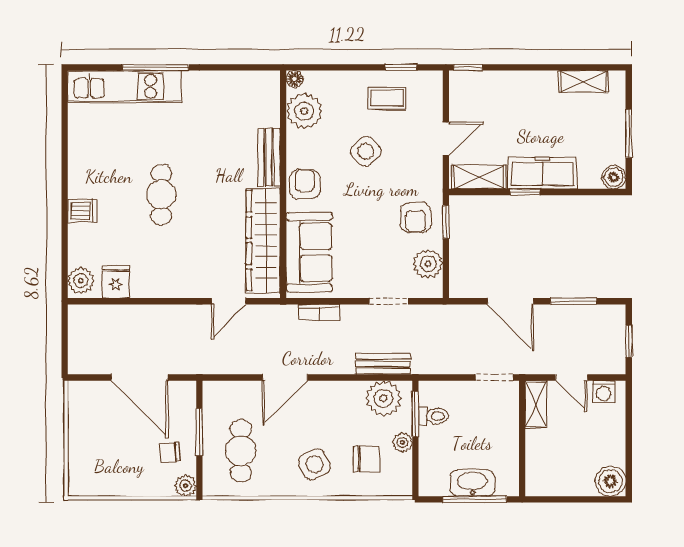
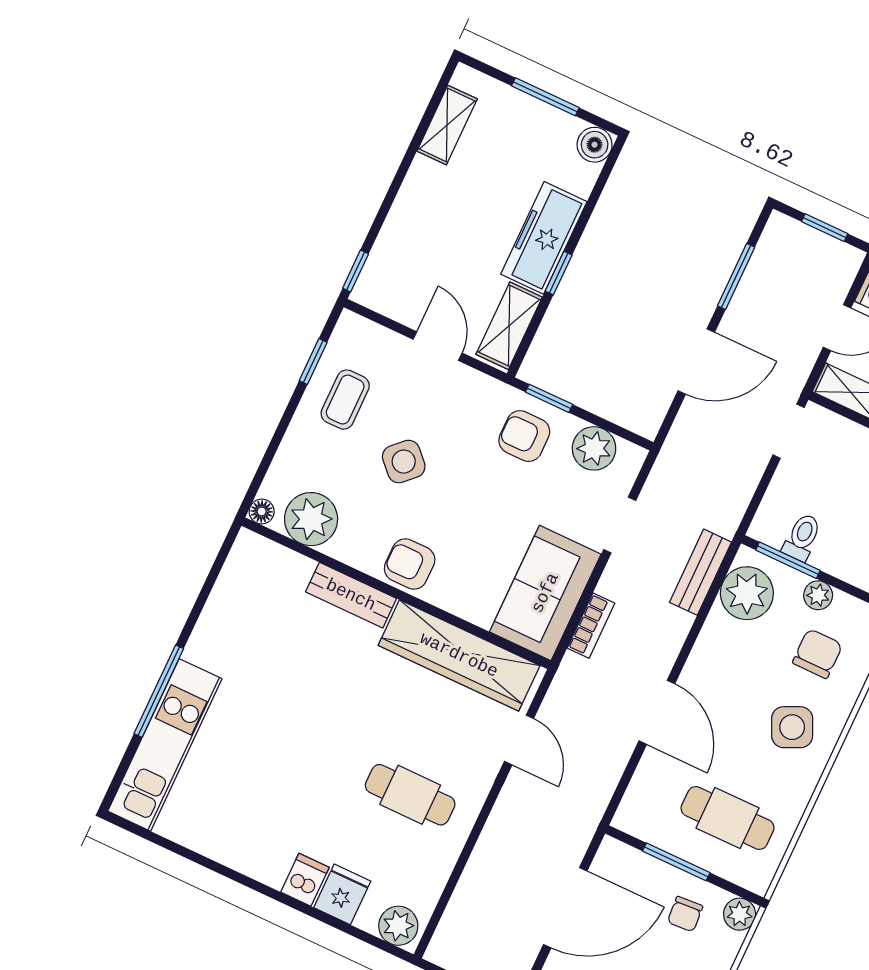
cafe table: (161, 194) -> (410, 795), moved
armchair: (416, 218) -> (524, 436), turned 180
sofa: (309, 252) -> (545, 593), moved, turned -90
fridge: (116, 282) -> (342, 894), moved, turned 90

